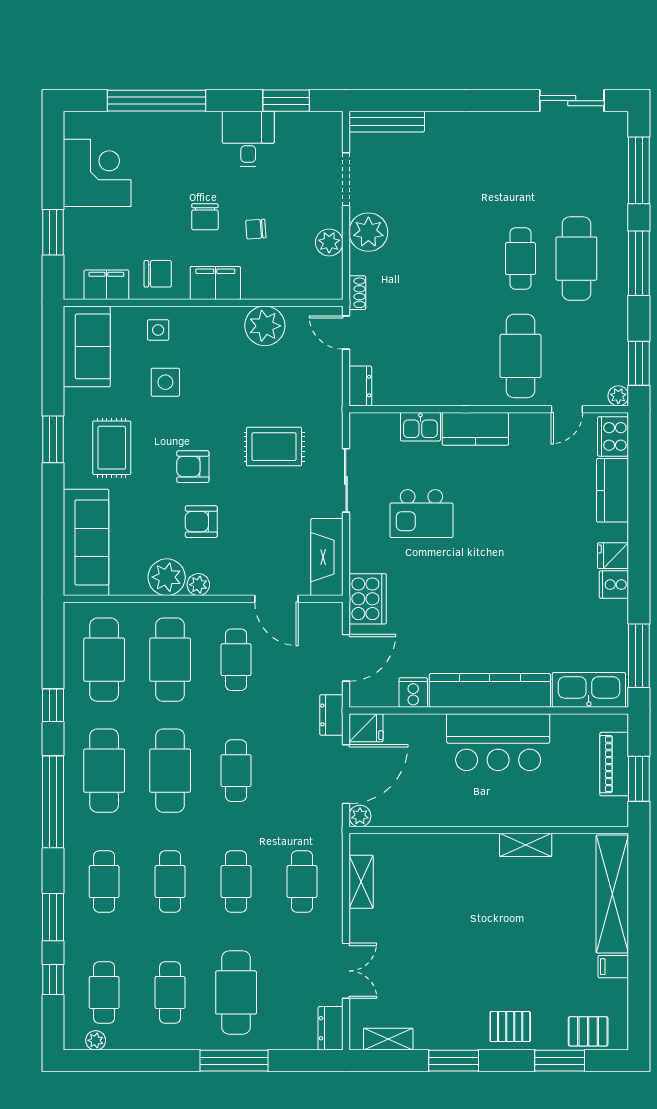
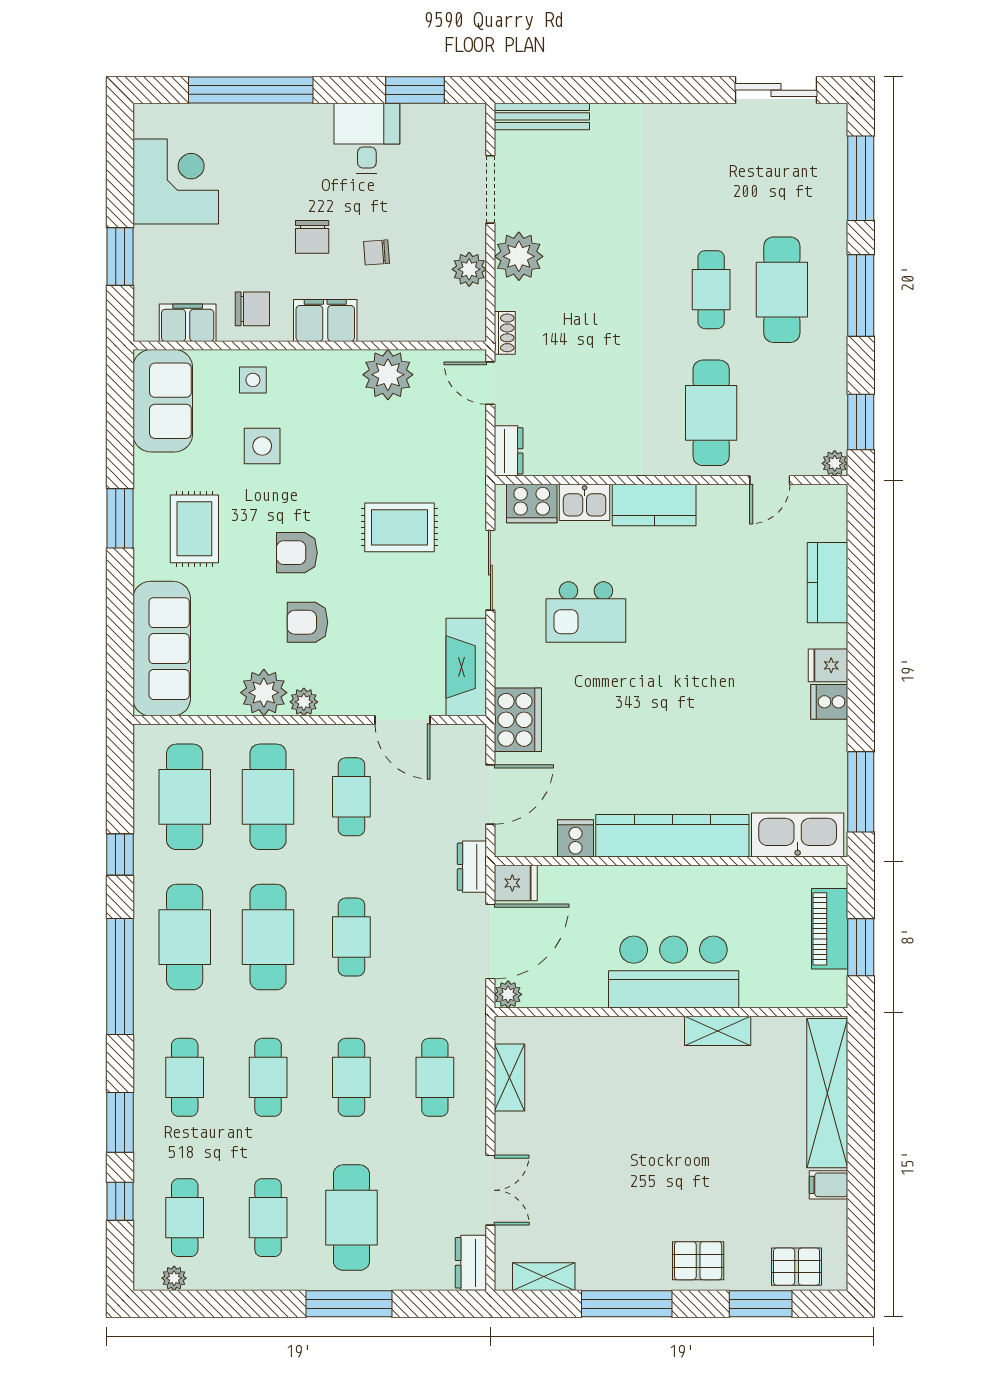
cooker: (613, 436) -> (532, 504), moved, turned -90
bar counter: (498, 742) -> (674, 972), moved, turned 180
window: (454, 1061) -> (627, 1304), width x1.44

